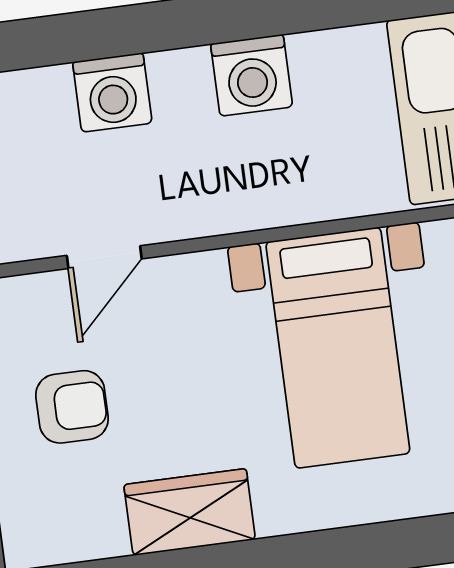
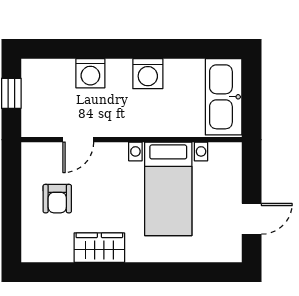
armchair: (72, 407) -> (57, 199), turned 90

